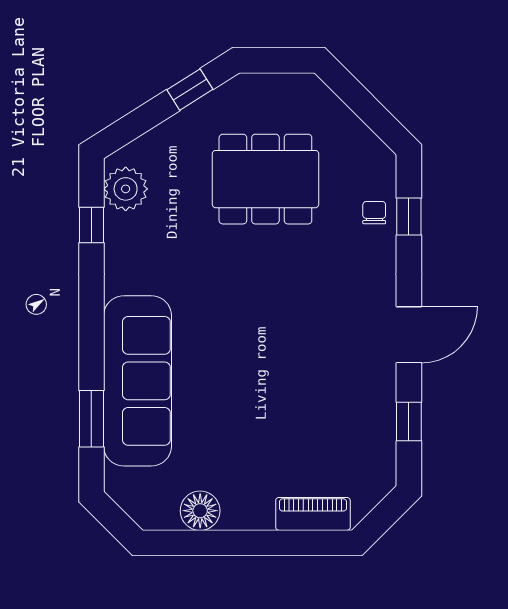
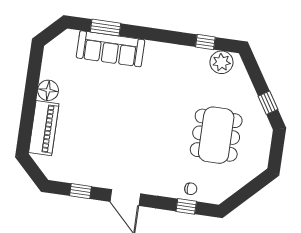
sofa: (138, 381) -> (110, 49), width x0.74, depth x0.79
floor lamp: (200, 511) -> (48, 90), moved
piano: (313, 514) -> (44, 128), width x1.37, depth x1.33

